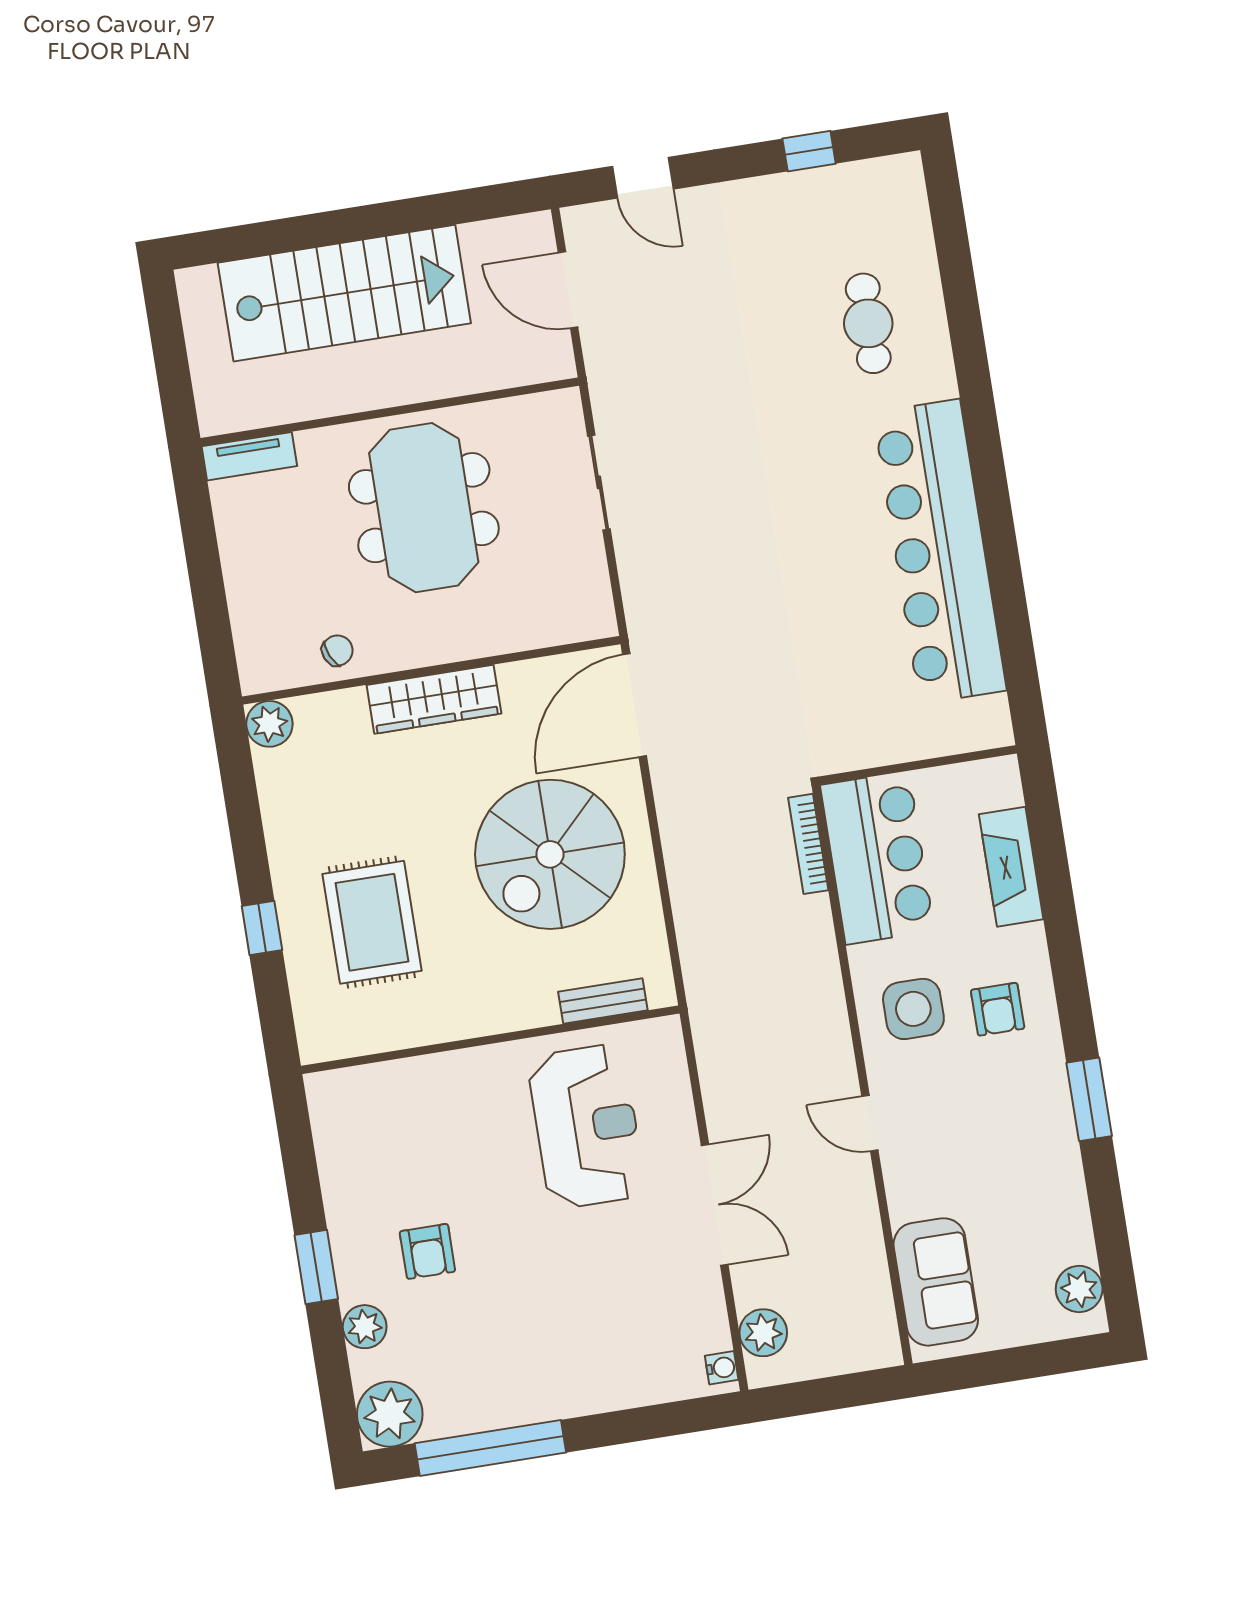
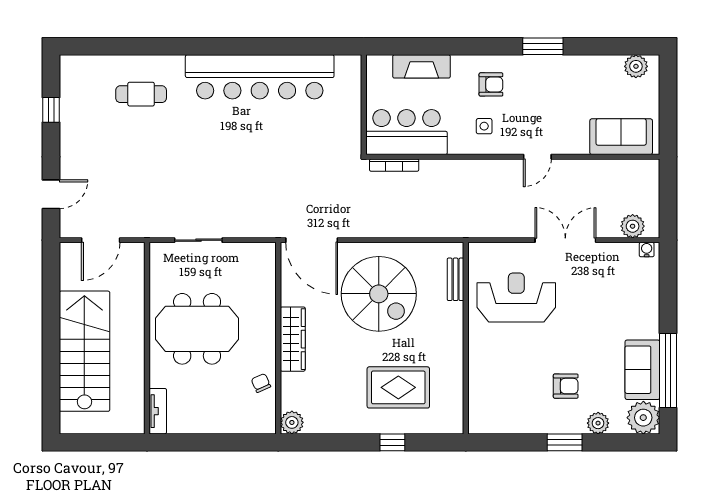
side table: (913, 1009) -> (484, 126), width x0.54, depth x0.54
sofa: (484, 1397) -> (642, 370), added

